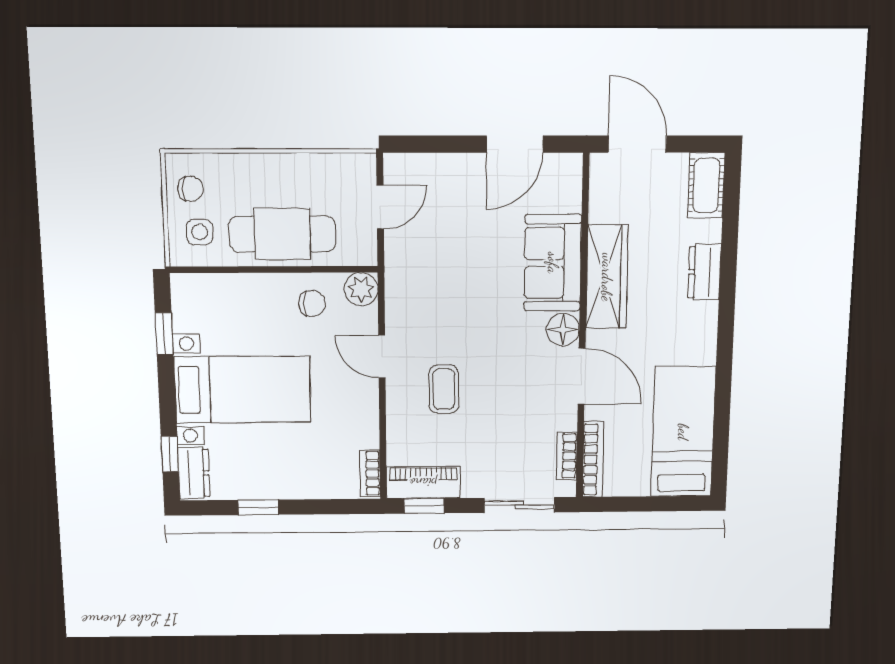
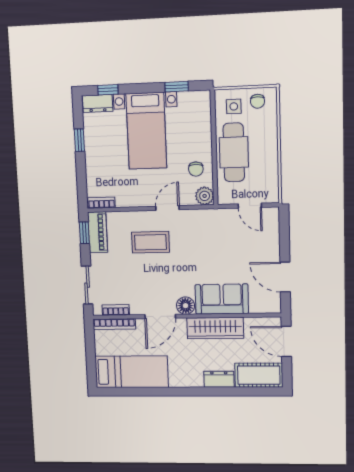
door: (637, 144) -> (286, 341), swing flipped
cot: (706, 185) -> (259, 375), width x1.37, depth x1.34
coffee table: (444, 389) -> (150, 242), width x1.36, depth x1.30

